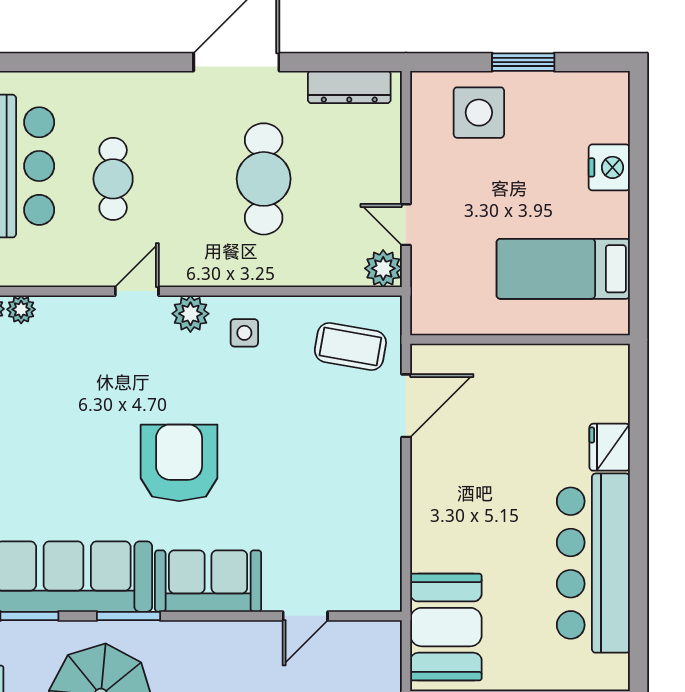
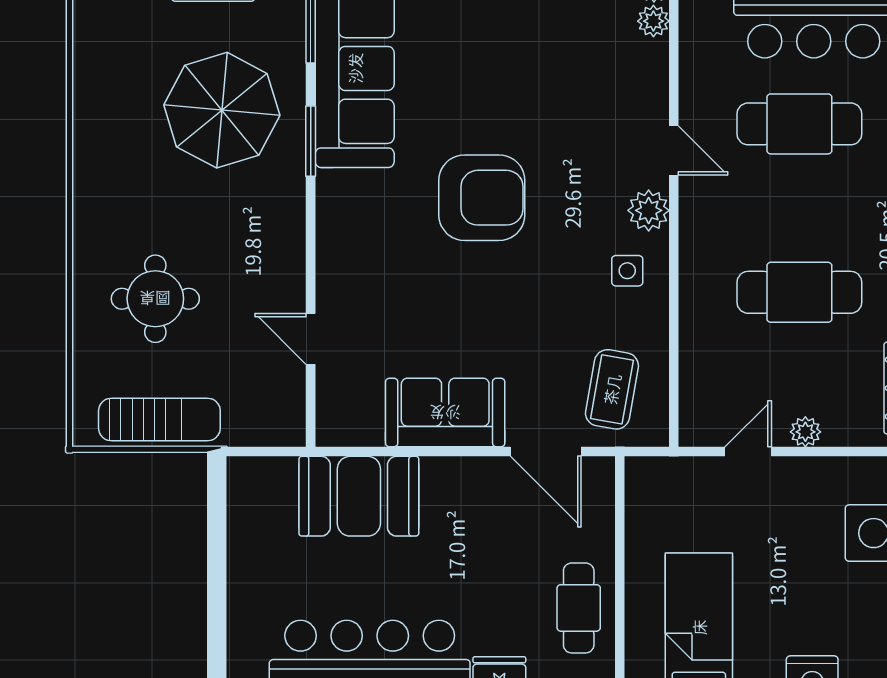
cafe table: (113, 179) -> (799, 124), width x1.37, depth x1.35
plant: (383, 268) -> (805, 432), moved, width x0.73, depth x0.73
cafe table: (546, 376) -> (579, 608), added
sofa: (208, 581) -> (445, 413), moved, turned -90
booth: (446, 627) -> (359, 496), moved

